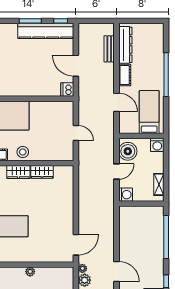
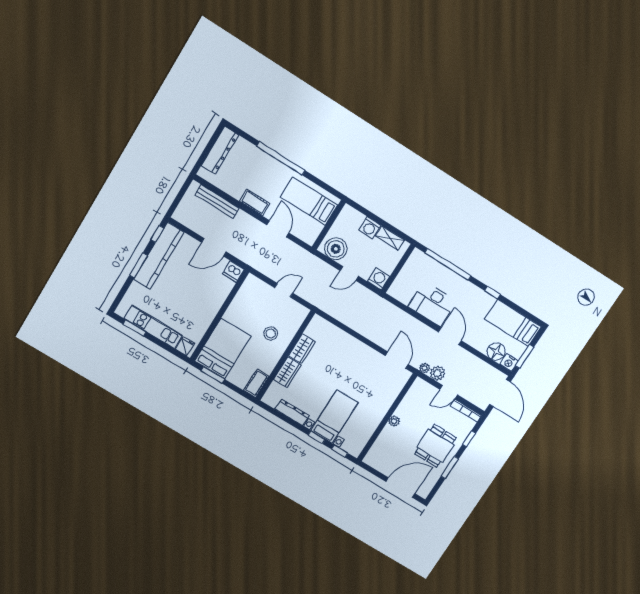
dresser: (125, 45) -> (220, 150), moved, turned 90
bench: (109, 49) -> (217, 202), width x1.36
door: (117, 102) -> (278, 229), hinge flipped
washing machine: (157, 145) -> (370, 228), moved, turned 90
stool: (23, 152) -> (271, 334), moved
door: (117, 172) -> (349, 273), swing flipped
desk: (132, 244) -> (432, 304), added
door: (117, 272) -> (450, 336), hinge flipped

